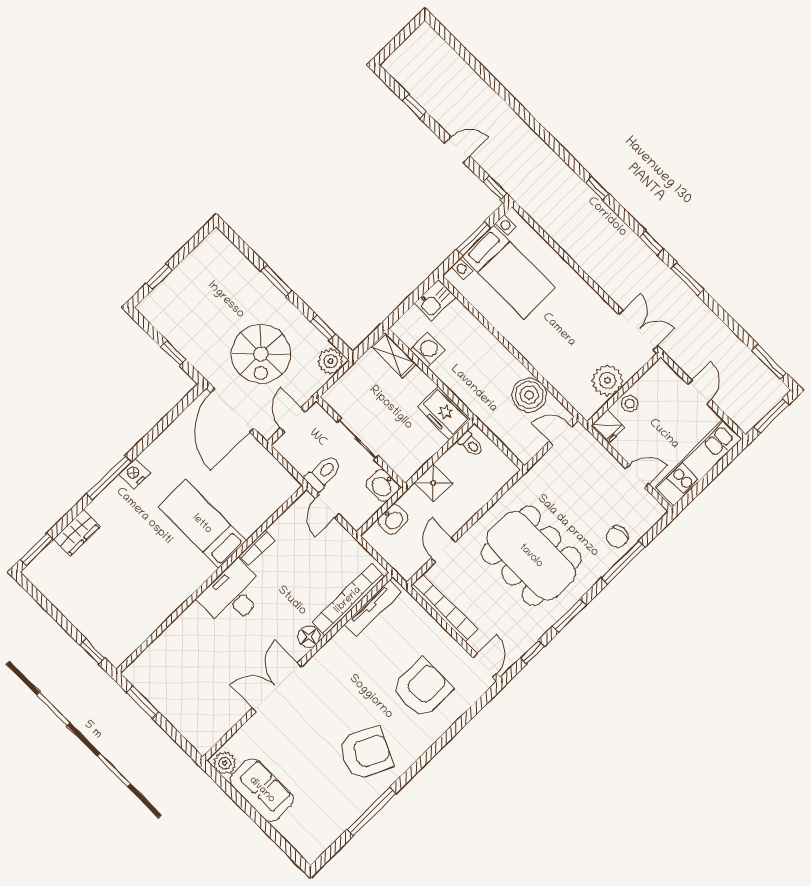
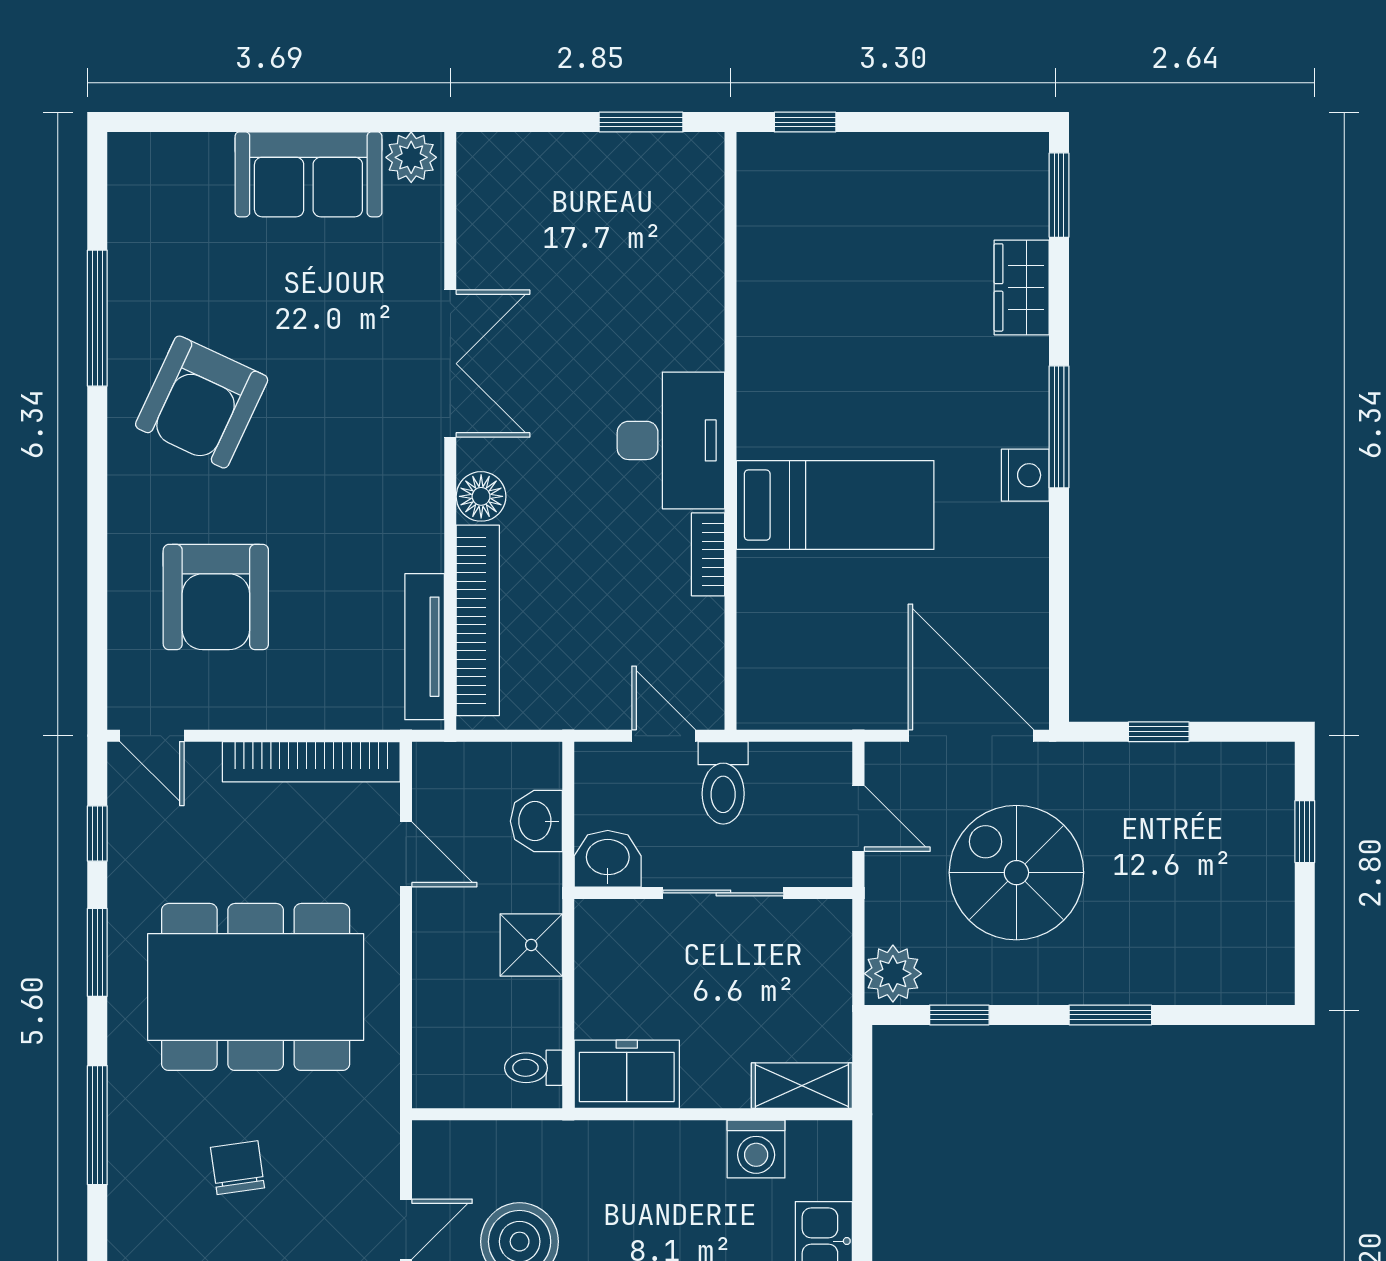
chair: (618, 537) -> (237, 1168), moved

